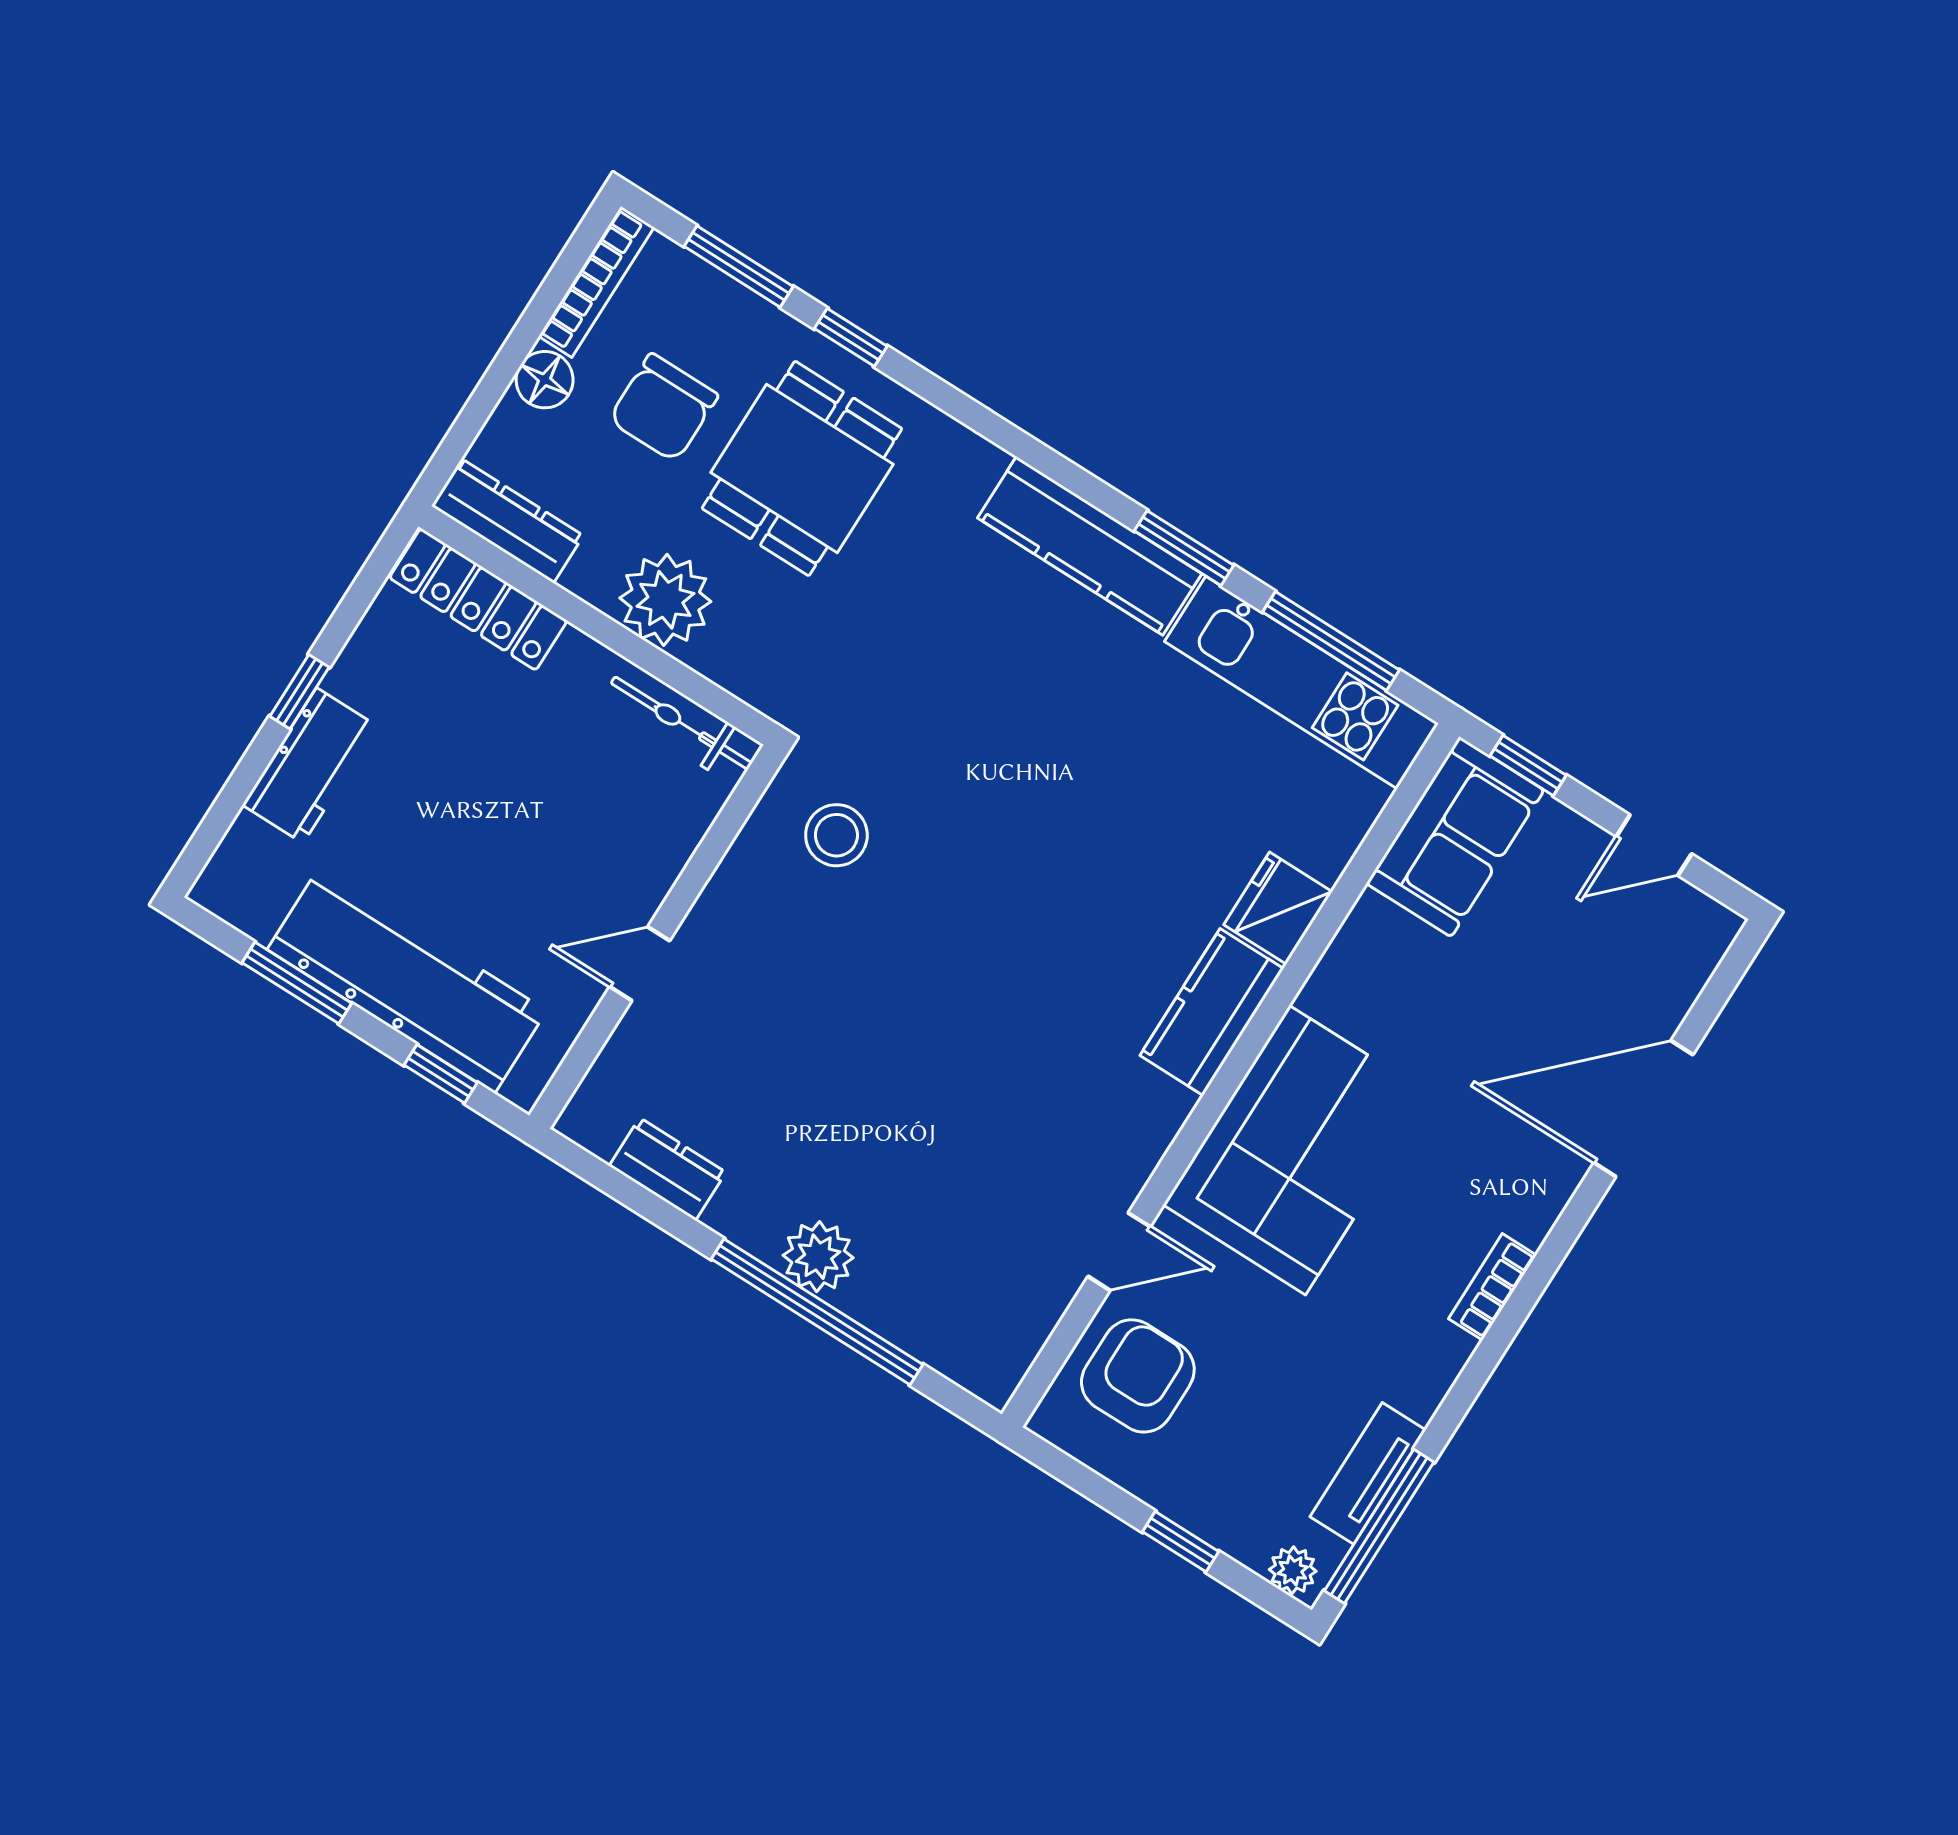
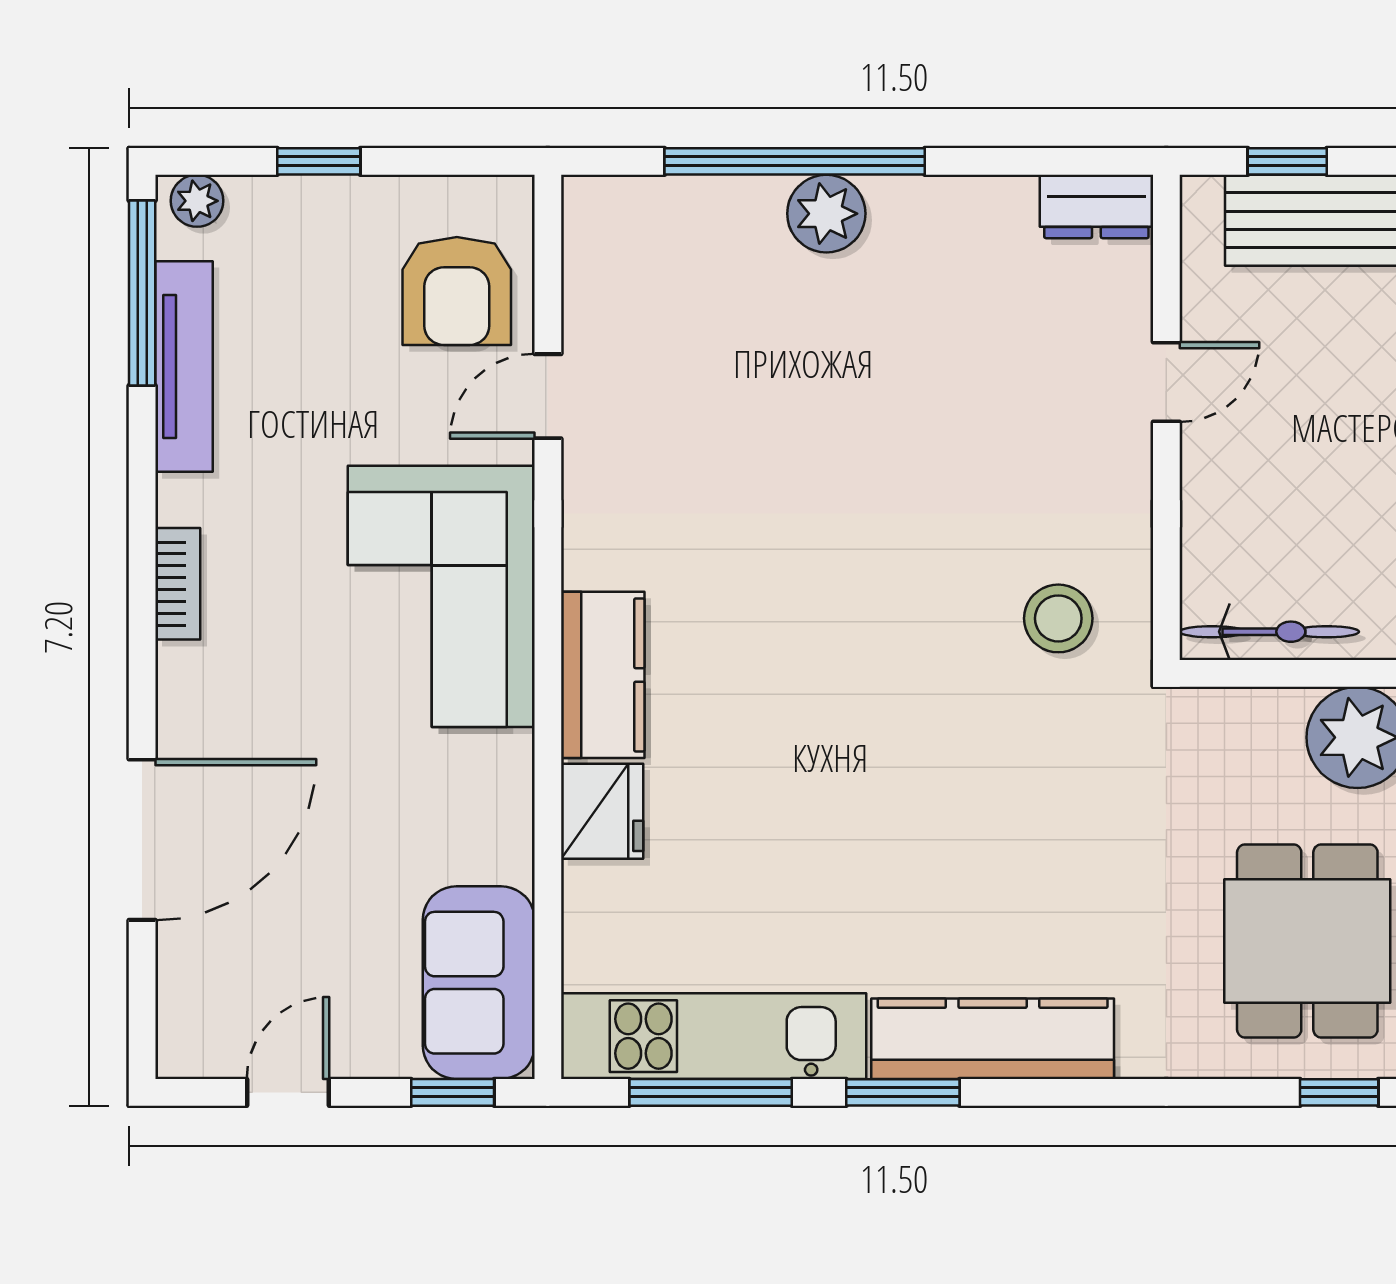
dresser: (668, 1169) -> (1096, 206), moved
tv unit: (1368, 1473) -> (184, 367), width x1.41

